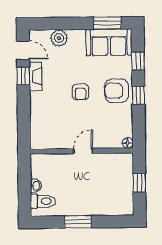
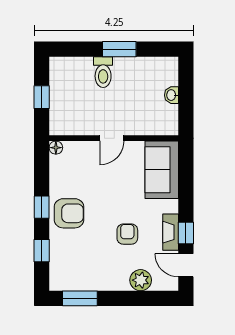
sofa: (109, 42) -> (162, 170), moved, turned -90
armchair: (80, 92) -> (127, 234), moved
toilet: (43, 201) -> (103, 72), moved, turned -90

